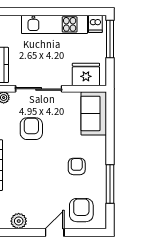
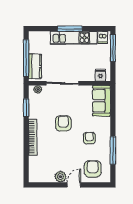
window: (49, 12) -> (70, 29), added
fridge: (86, 75) -> (100, 75), width x0.53, depth x0.75
armchair: (31, 129) -> (63, 123), moved
plant: (19, 221) -> (60, 177), moved

